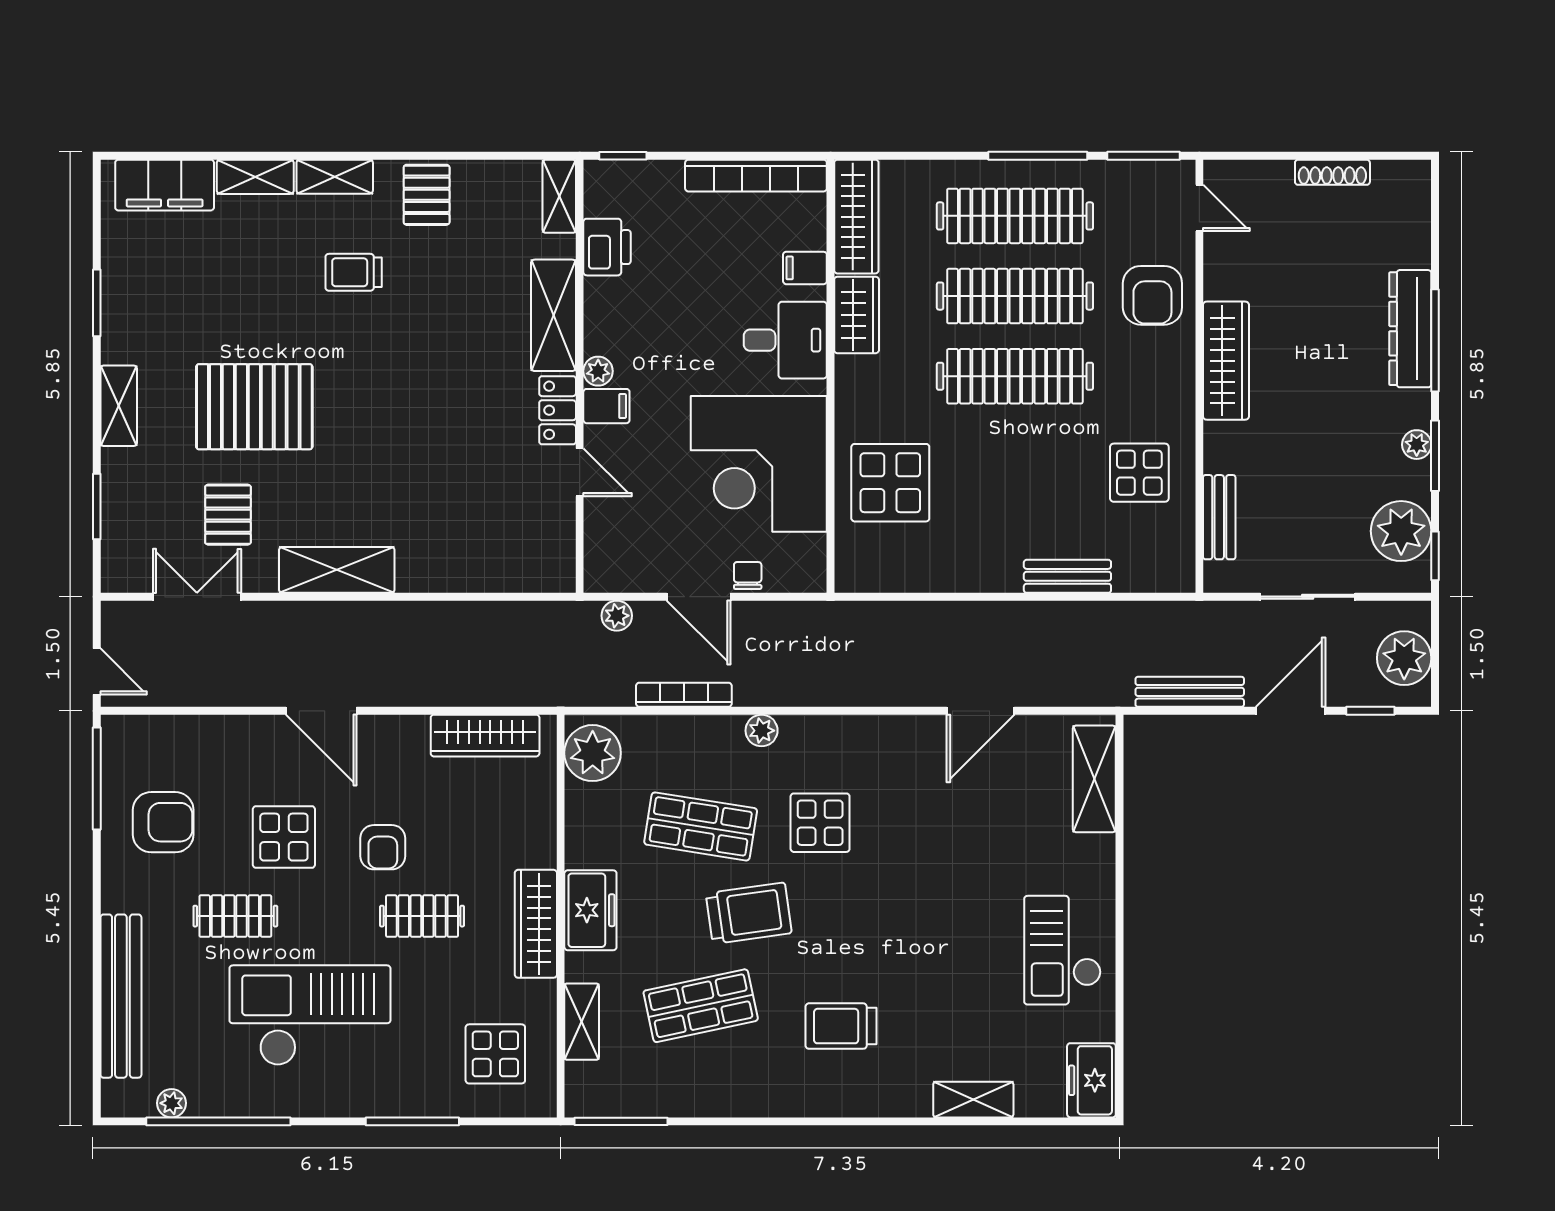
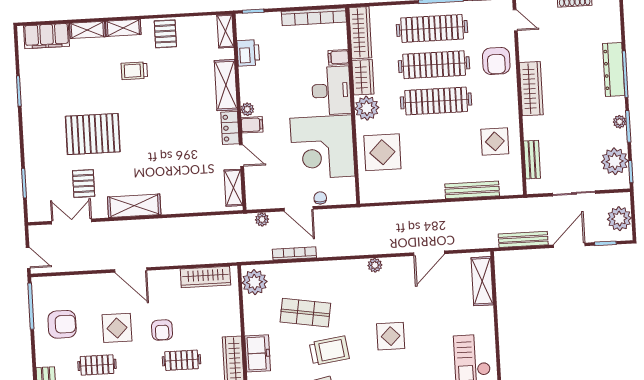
desk: (785, 340) -> (331, 90), width x1.37
plant: (861, 383) -> (367, 108), added
shelving: (119, 406) -> (233, 188), moved
bench: (1067, 576) -> (472, 190), width x1.36
plant: (762, 731) -> (375, 265), moved
display table: (820, 823) -> (391, 336), moved

